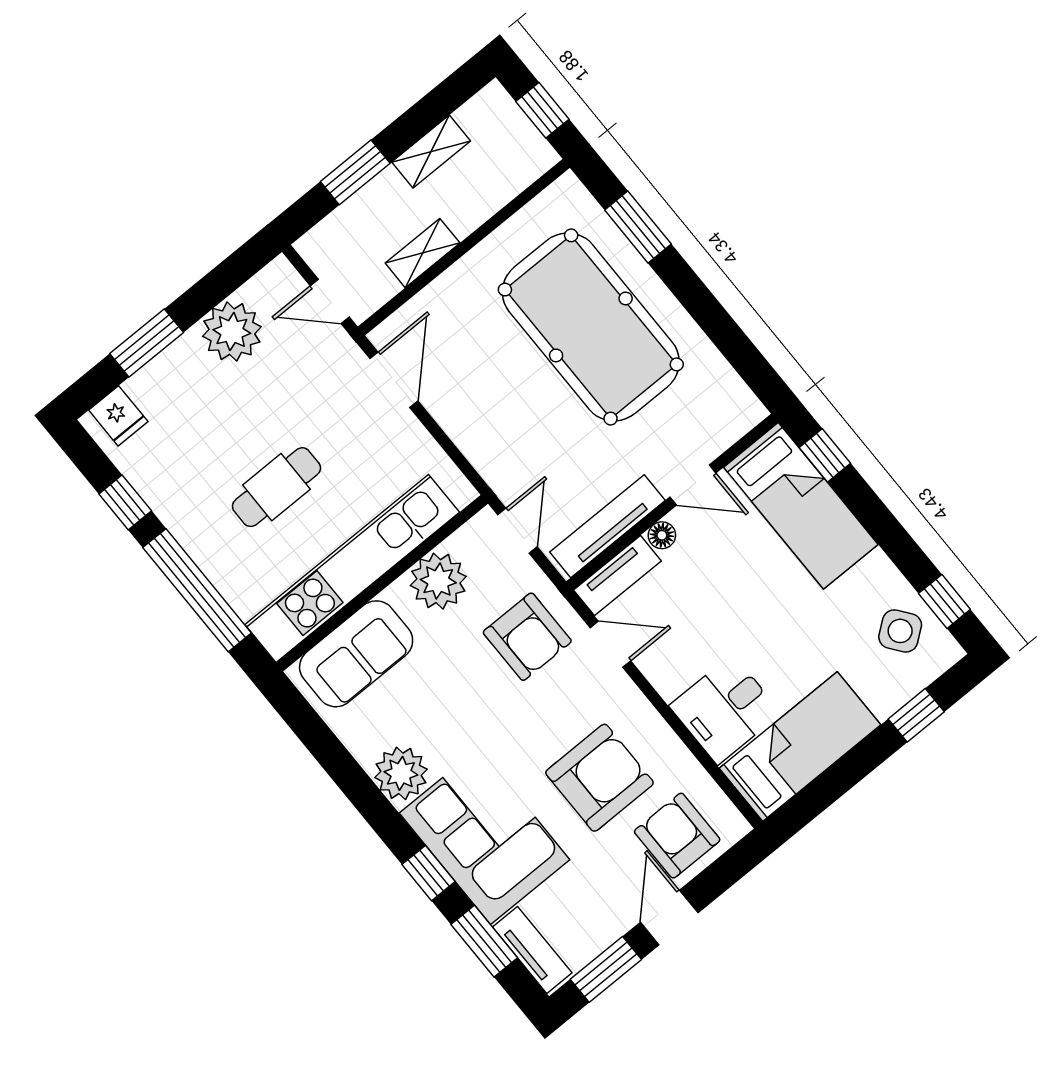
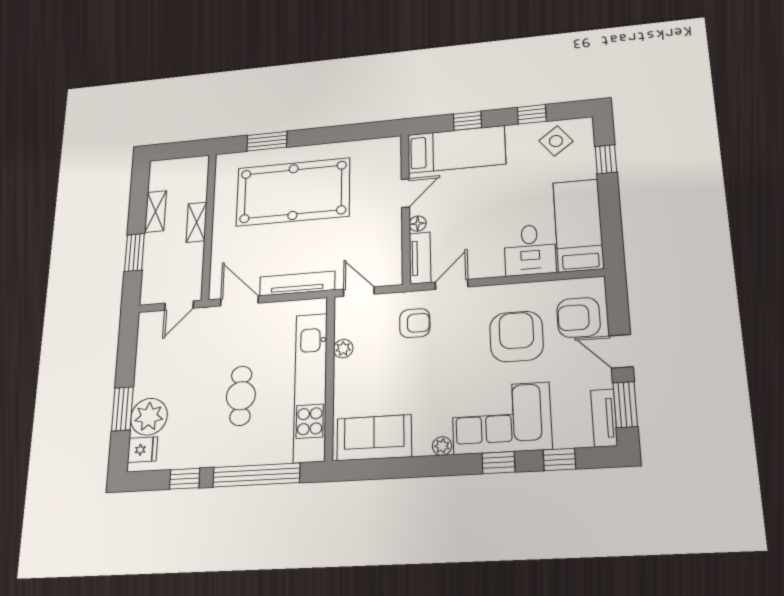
window: (542, 110) -> (181, 150), removed
shelving: (423, 253) -> (197, 222), moved
plant: (232, 332) -> (149, 417), moved
window: (825, 455) -> (467, 121), moved
tv unit: (607, 526) -> (297, 283), moved, turned 90
plant: (438, 581) -> (343, 349), width x0.53, depth x0.53
window: (944, 601) -> (532, 114), moved
armchair: (527, 637) -> (415, 323), width x0.72, depth x0.72
sofa: (356, 654) -> (374, 438), moved, turned -90
plant: (401, 773) -> (442, 446), width x0.53, depth x0.53
window: (484, 941) -> (559, 459), width x0.67
tv unit: (532, 950) -> (604, 418), moved, turned -90

